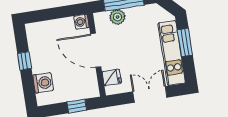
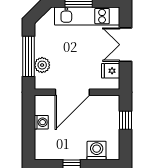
washing machine: (81, 22) -> (41, 122), moved, turned -90
fridge: (112, 77) -> (111, 71), moved, turned -90

